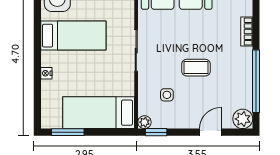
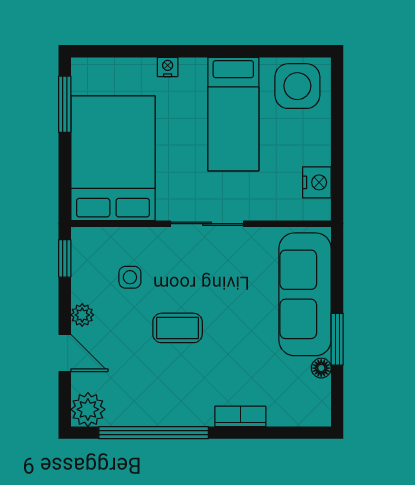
coffee table: (196, 68) -> (178, 328), turned 90
bed: (99, 113) -> (113, 158), width x1.50
plant: (145, 122) -> (82, 315), moved

